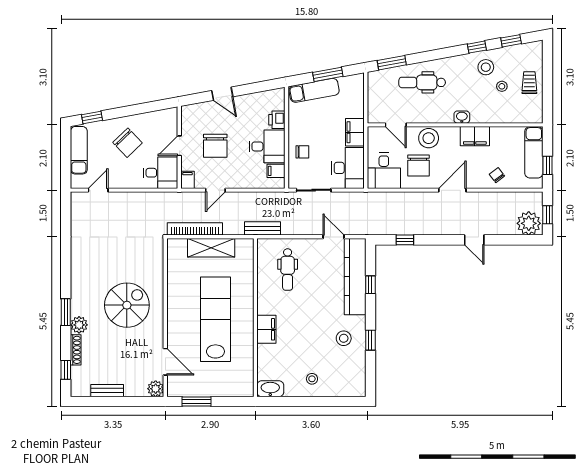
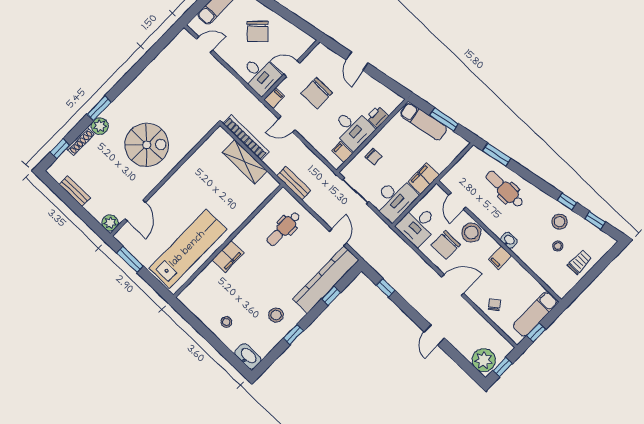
filing cabinet: (475, 136) -> (500, 258), width x0.50
lab bench: (215, 319) -> (188, 249), moved
washbasin: (270, 389) -> (248, 356), moved

